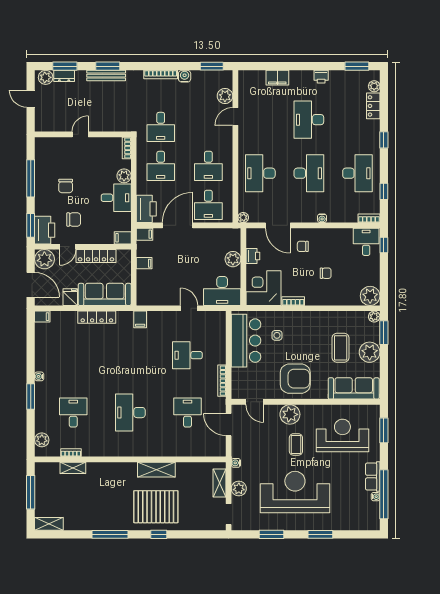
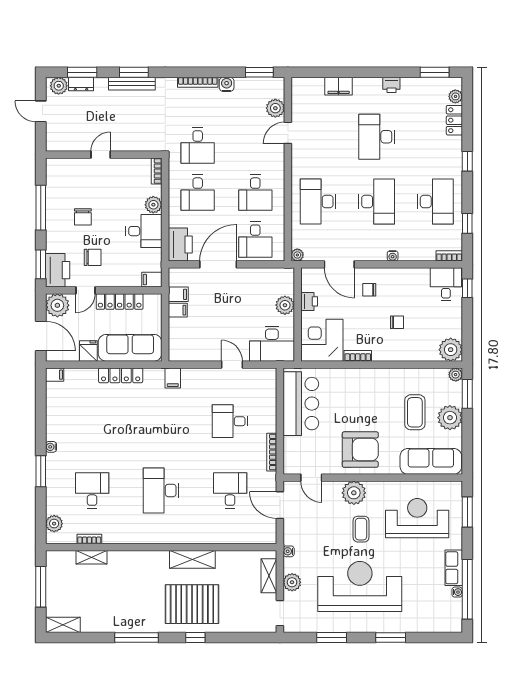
filing cabinet: (145, 234) -> (178, 294), moved
side table: (277, 335) -> (338, 397), removed

